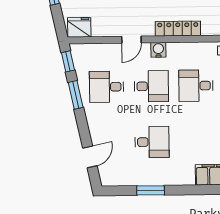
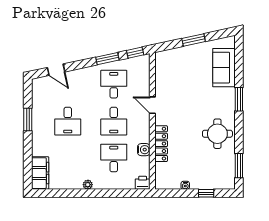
fridge: (79, 27) -> (163, 62), removed
water cooler: (158, 50) -> (144, 150), moved

